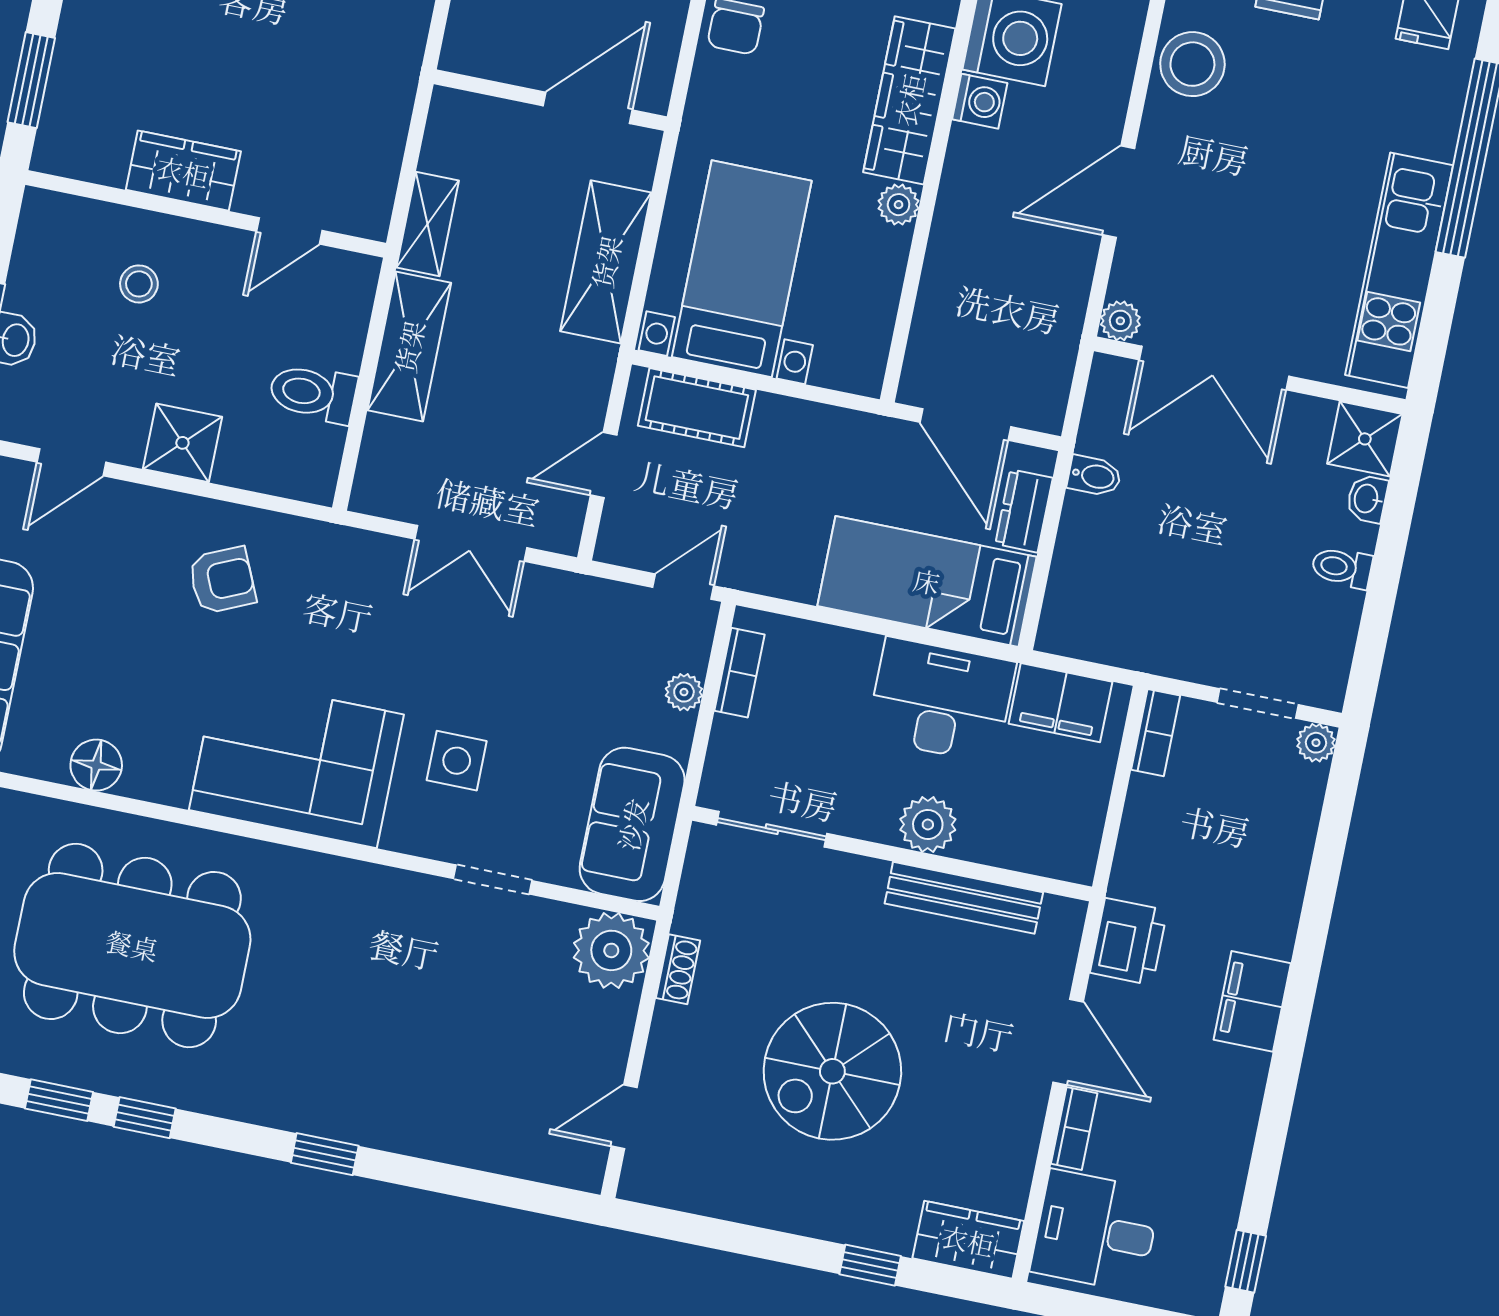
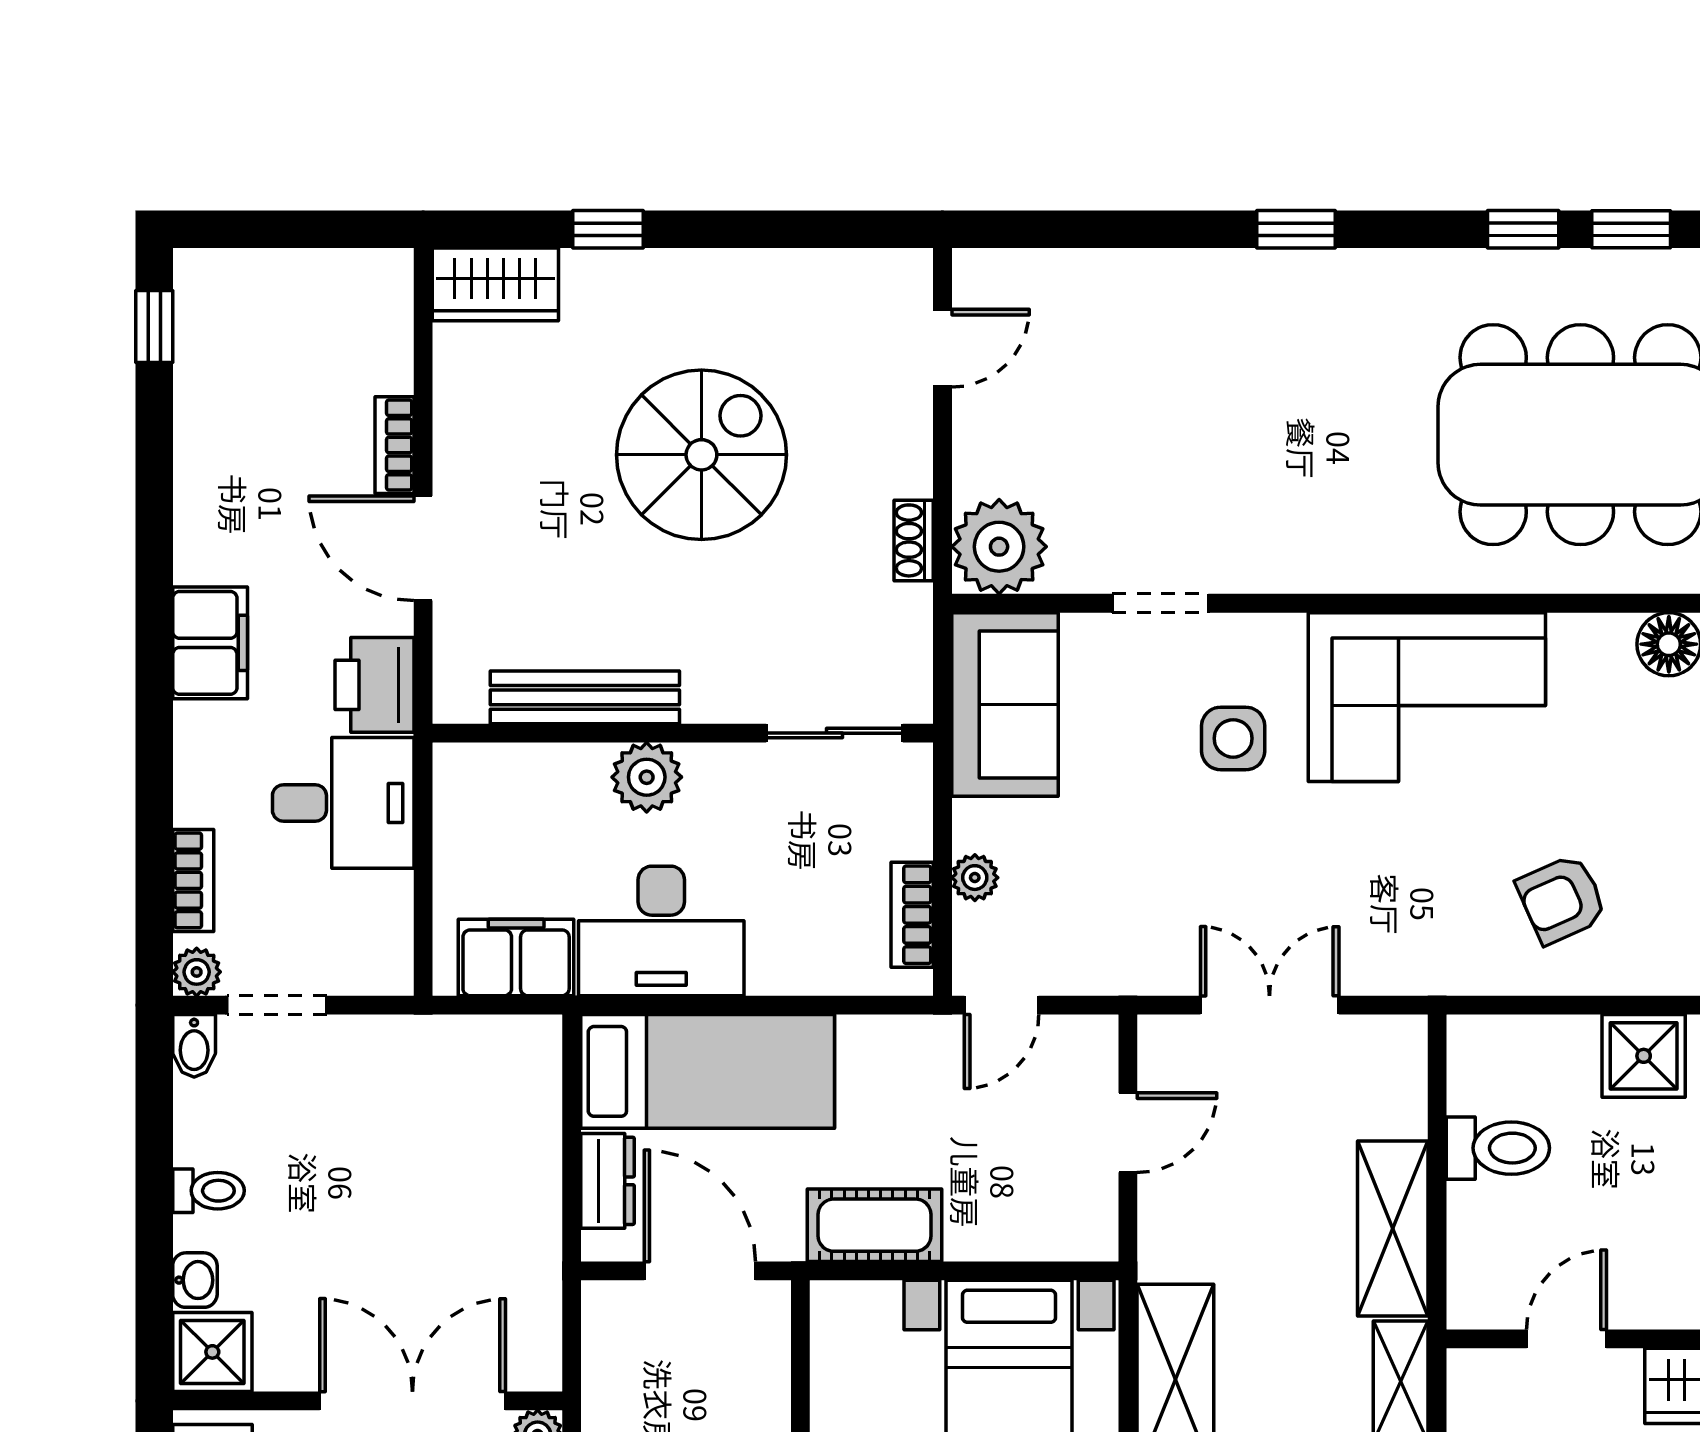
cot: (697, 408) -> (875, 1225), moved
bidet: (1094, 476) -> (194, 1046), moved, turned -90
bookcase: (1156, 733) -> (193, 880), moved, turned 180
desk: (1096, 1231) -> (343, 803), moved

